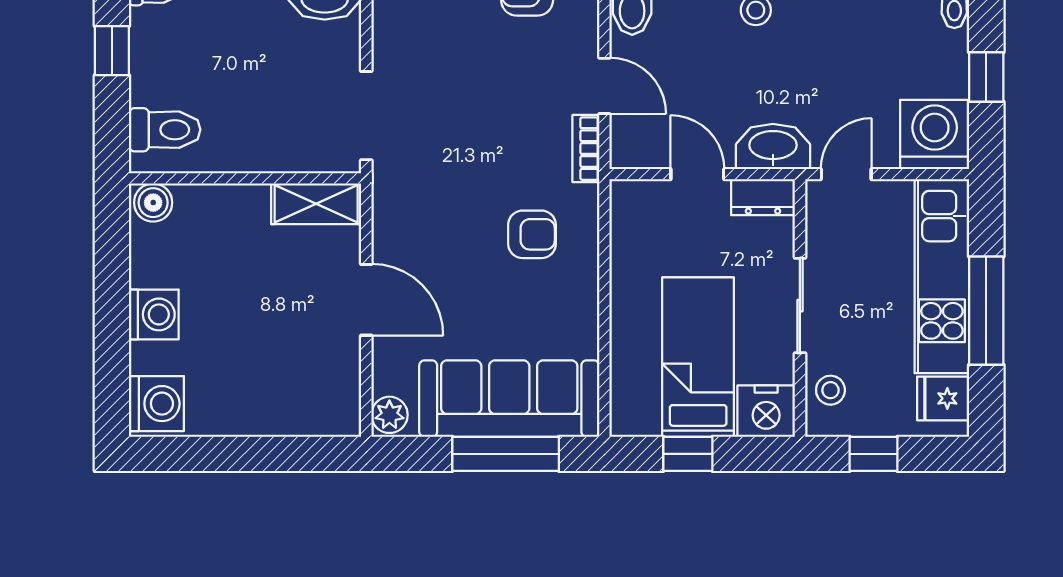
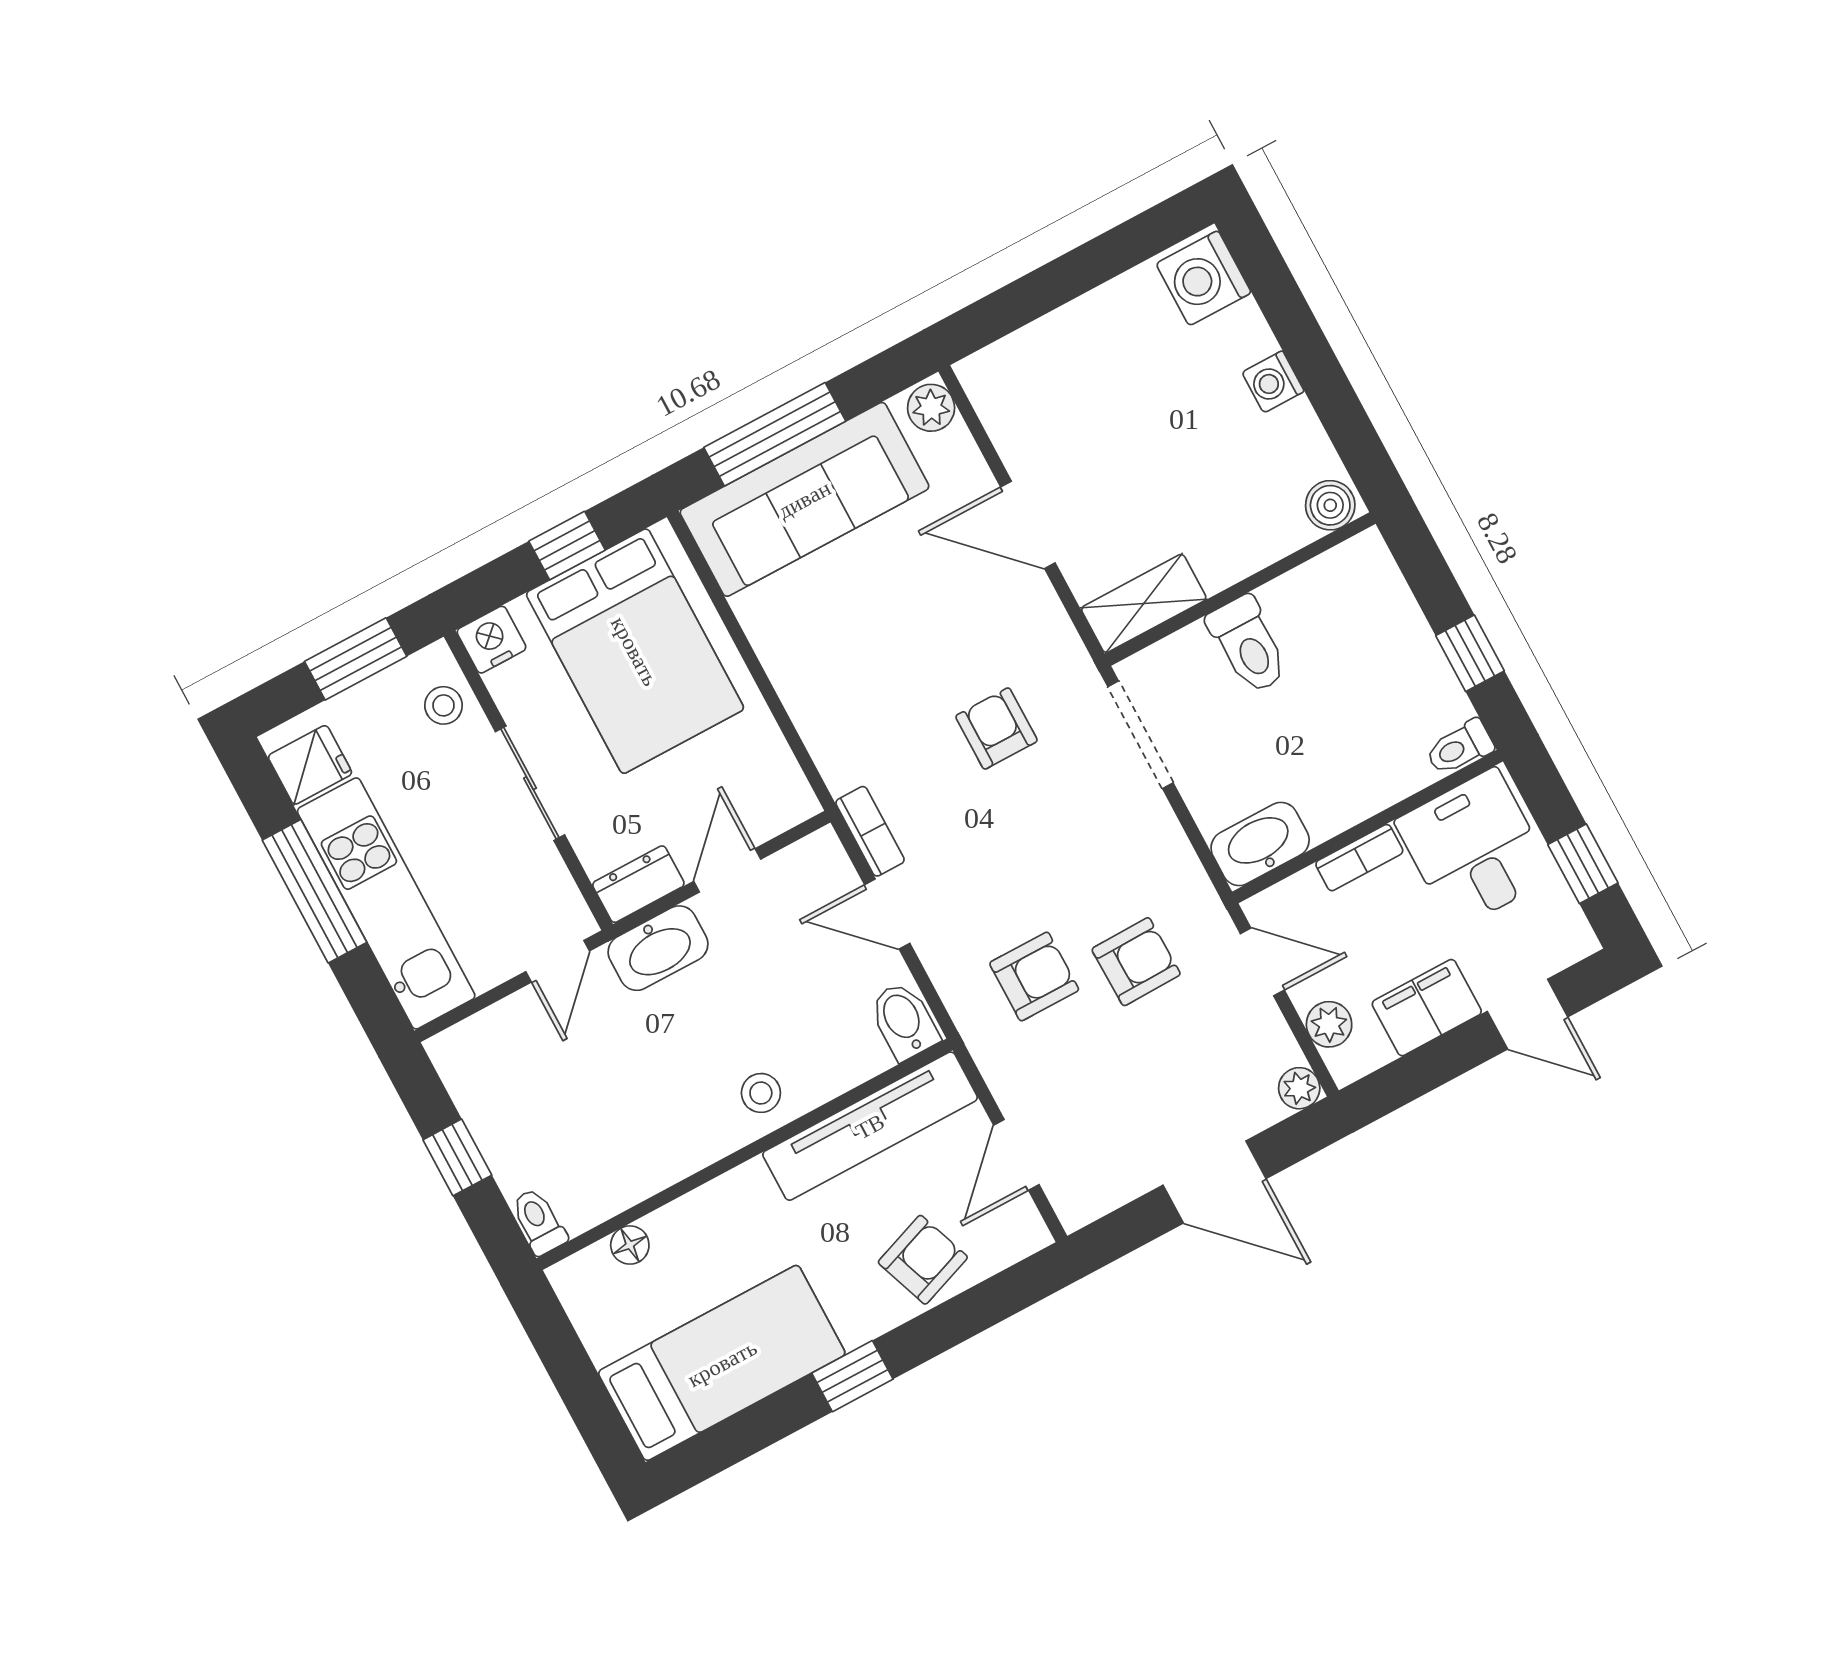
toilet: (165, 130) -> (1248, 645), moved, turned -90
washing machine: (935, 134) -> (481, 1061), removed
door: (697, 174) -> (727, 870), swing flipped
armchair: (532, 234) -> (996, 728), moved, turned 90
washing machine: (154, 314) -> (1273, 382), width x0.73, depth x0.73
bed: (698, 357) -> (635, 651), width x1.50
nightstand: (766, 411) -> (491, 640), width x0.74, depth x0.75
window: (873, 454) -> (356, 659), width x1.50

